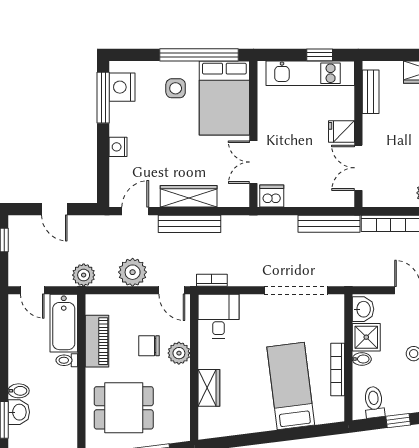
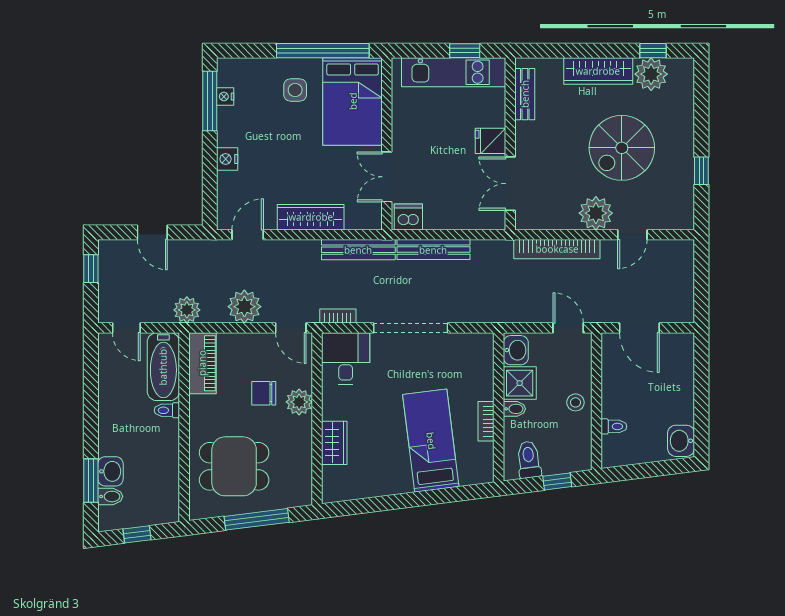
nightstand: (122, 87) -> (225, 97), width x0.53, depth x0.56
bench: (190, 224) -> (358, 250), moved
bench: (329, 224) -> (433, 250), moved
doorway: (296, 290) -> (411, 328), moved
piano: (97, 341) -> (202, 363), moved
bookcase: (338, 369) -> (486, 421), width x0.64
bidet: (19, 391) -> (110, 496), moved

